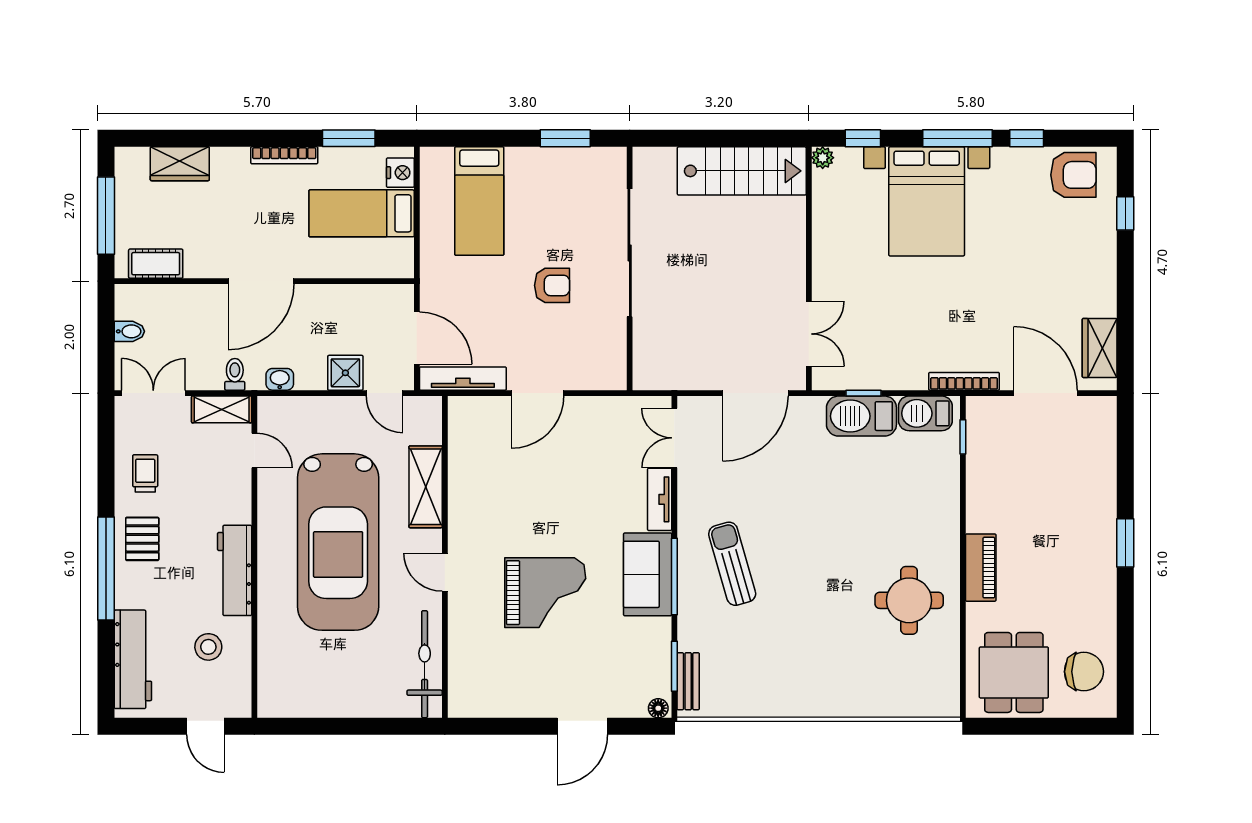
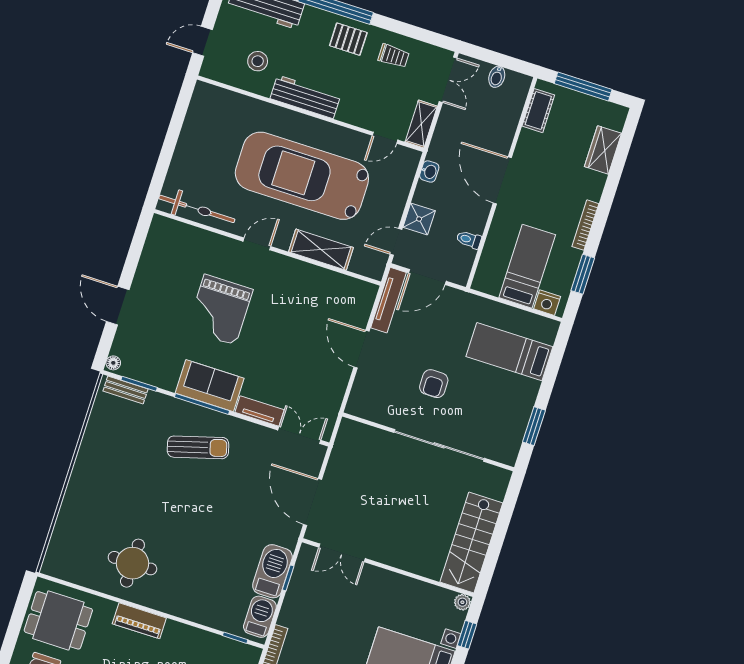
toilet: (235, 374) -> (469, 240), moved, turned 180

